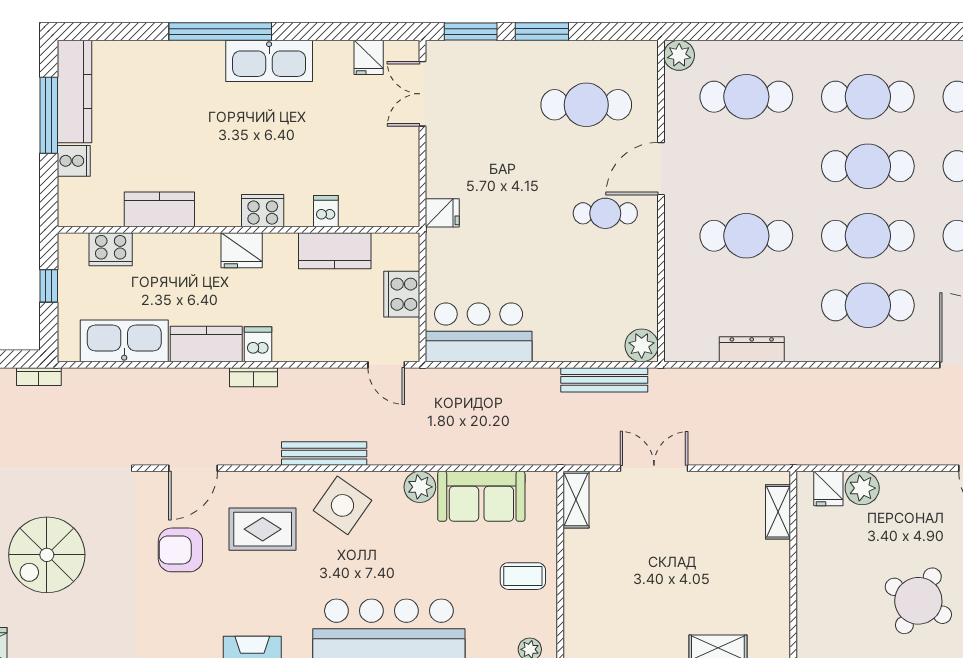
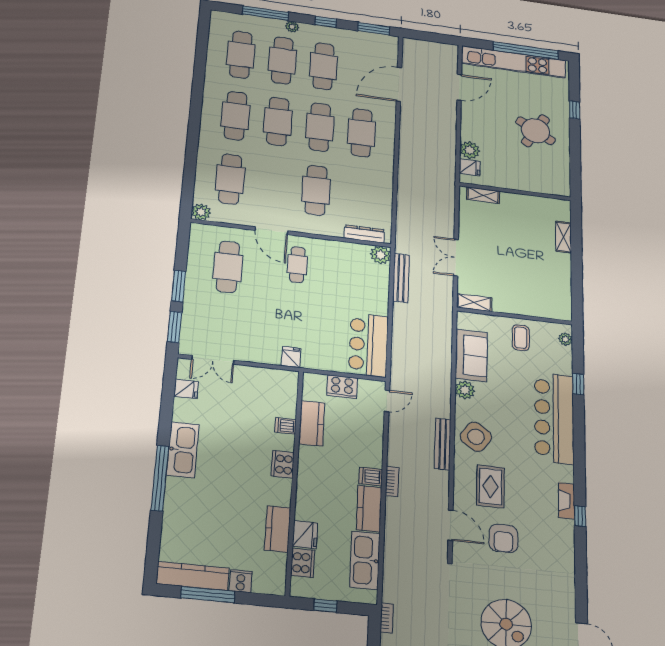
fridge: (242, 250) -> (305, 535), moved
dresser: (752, 349) -> (364, 234), moved, turned 90

